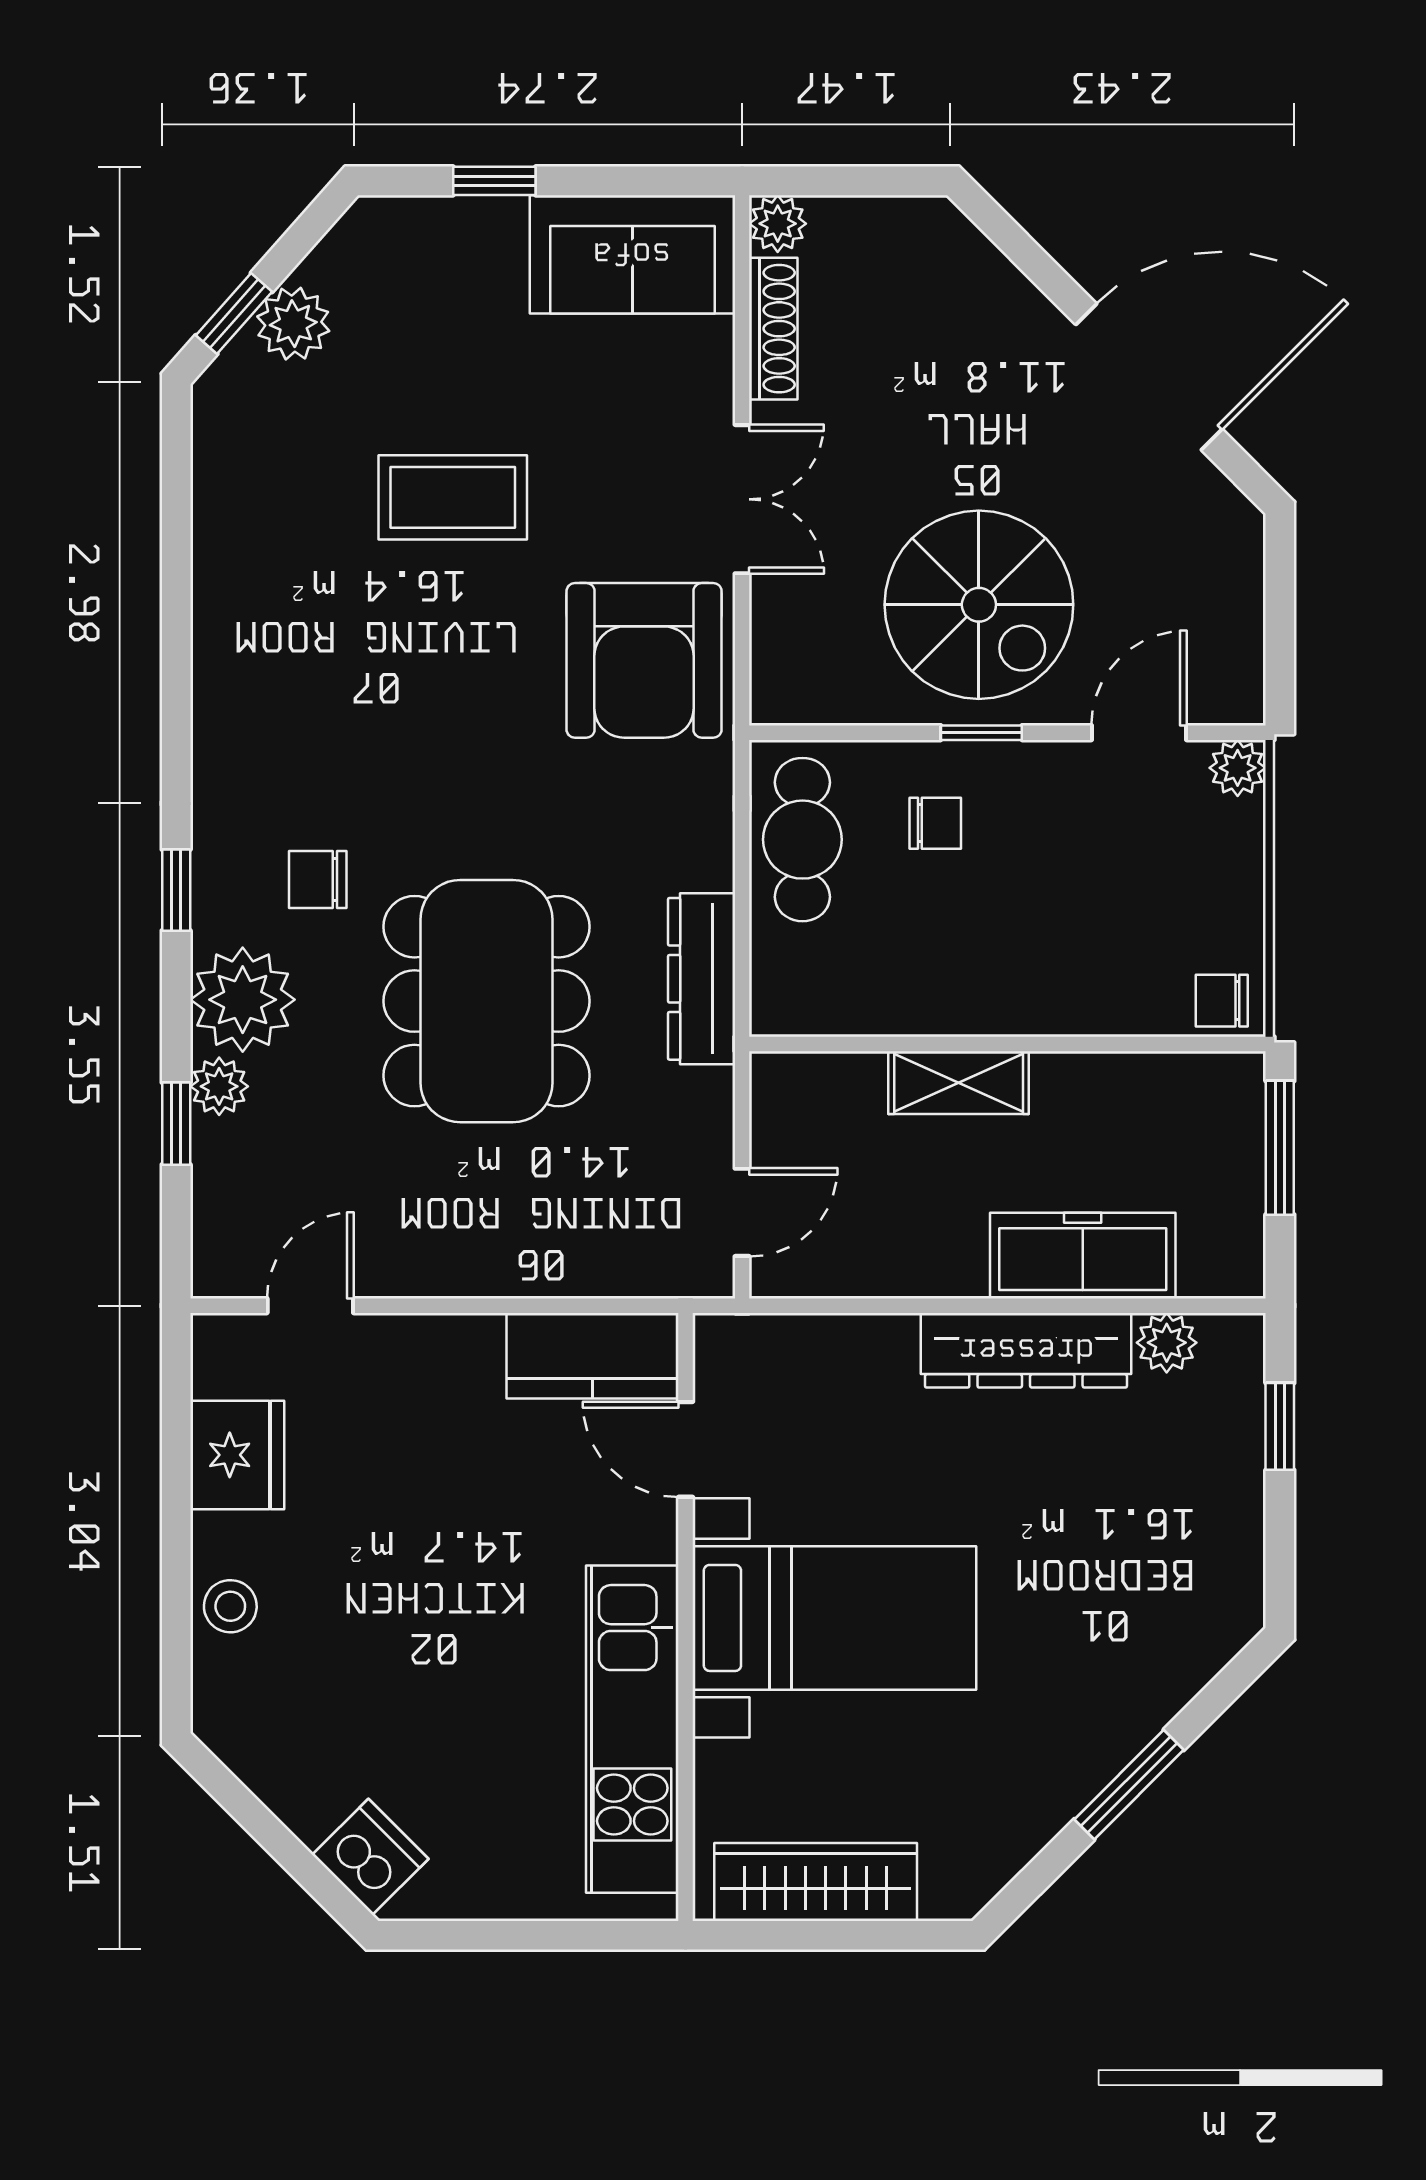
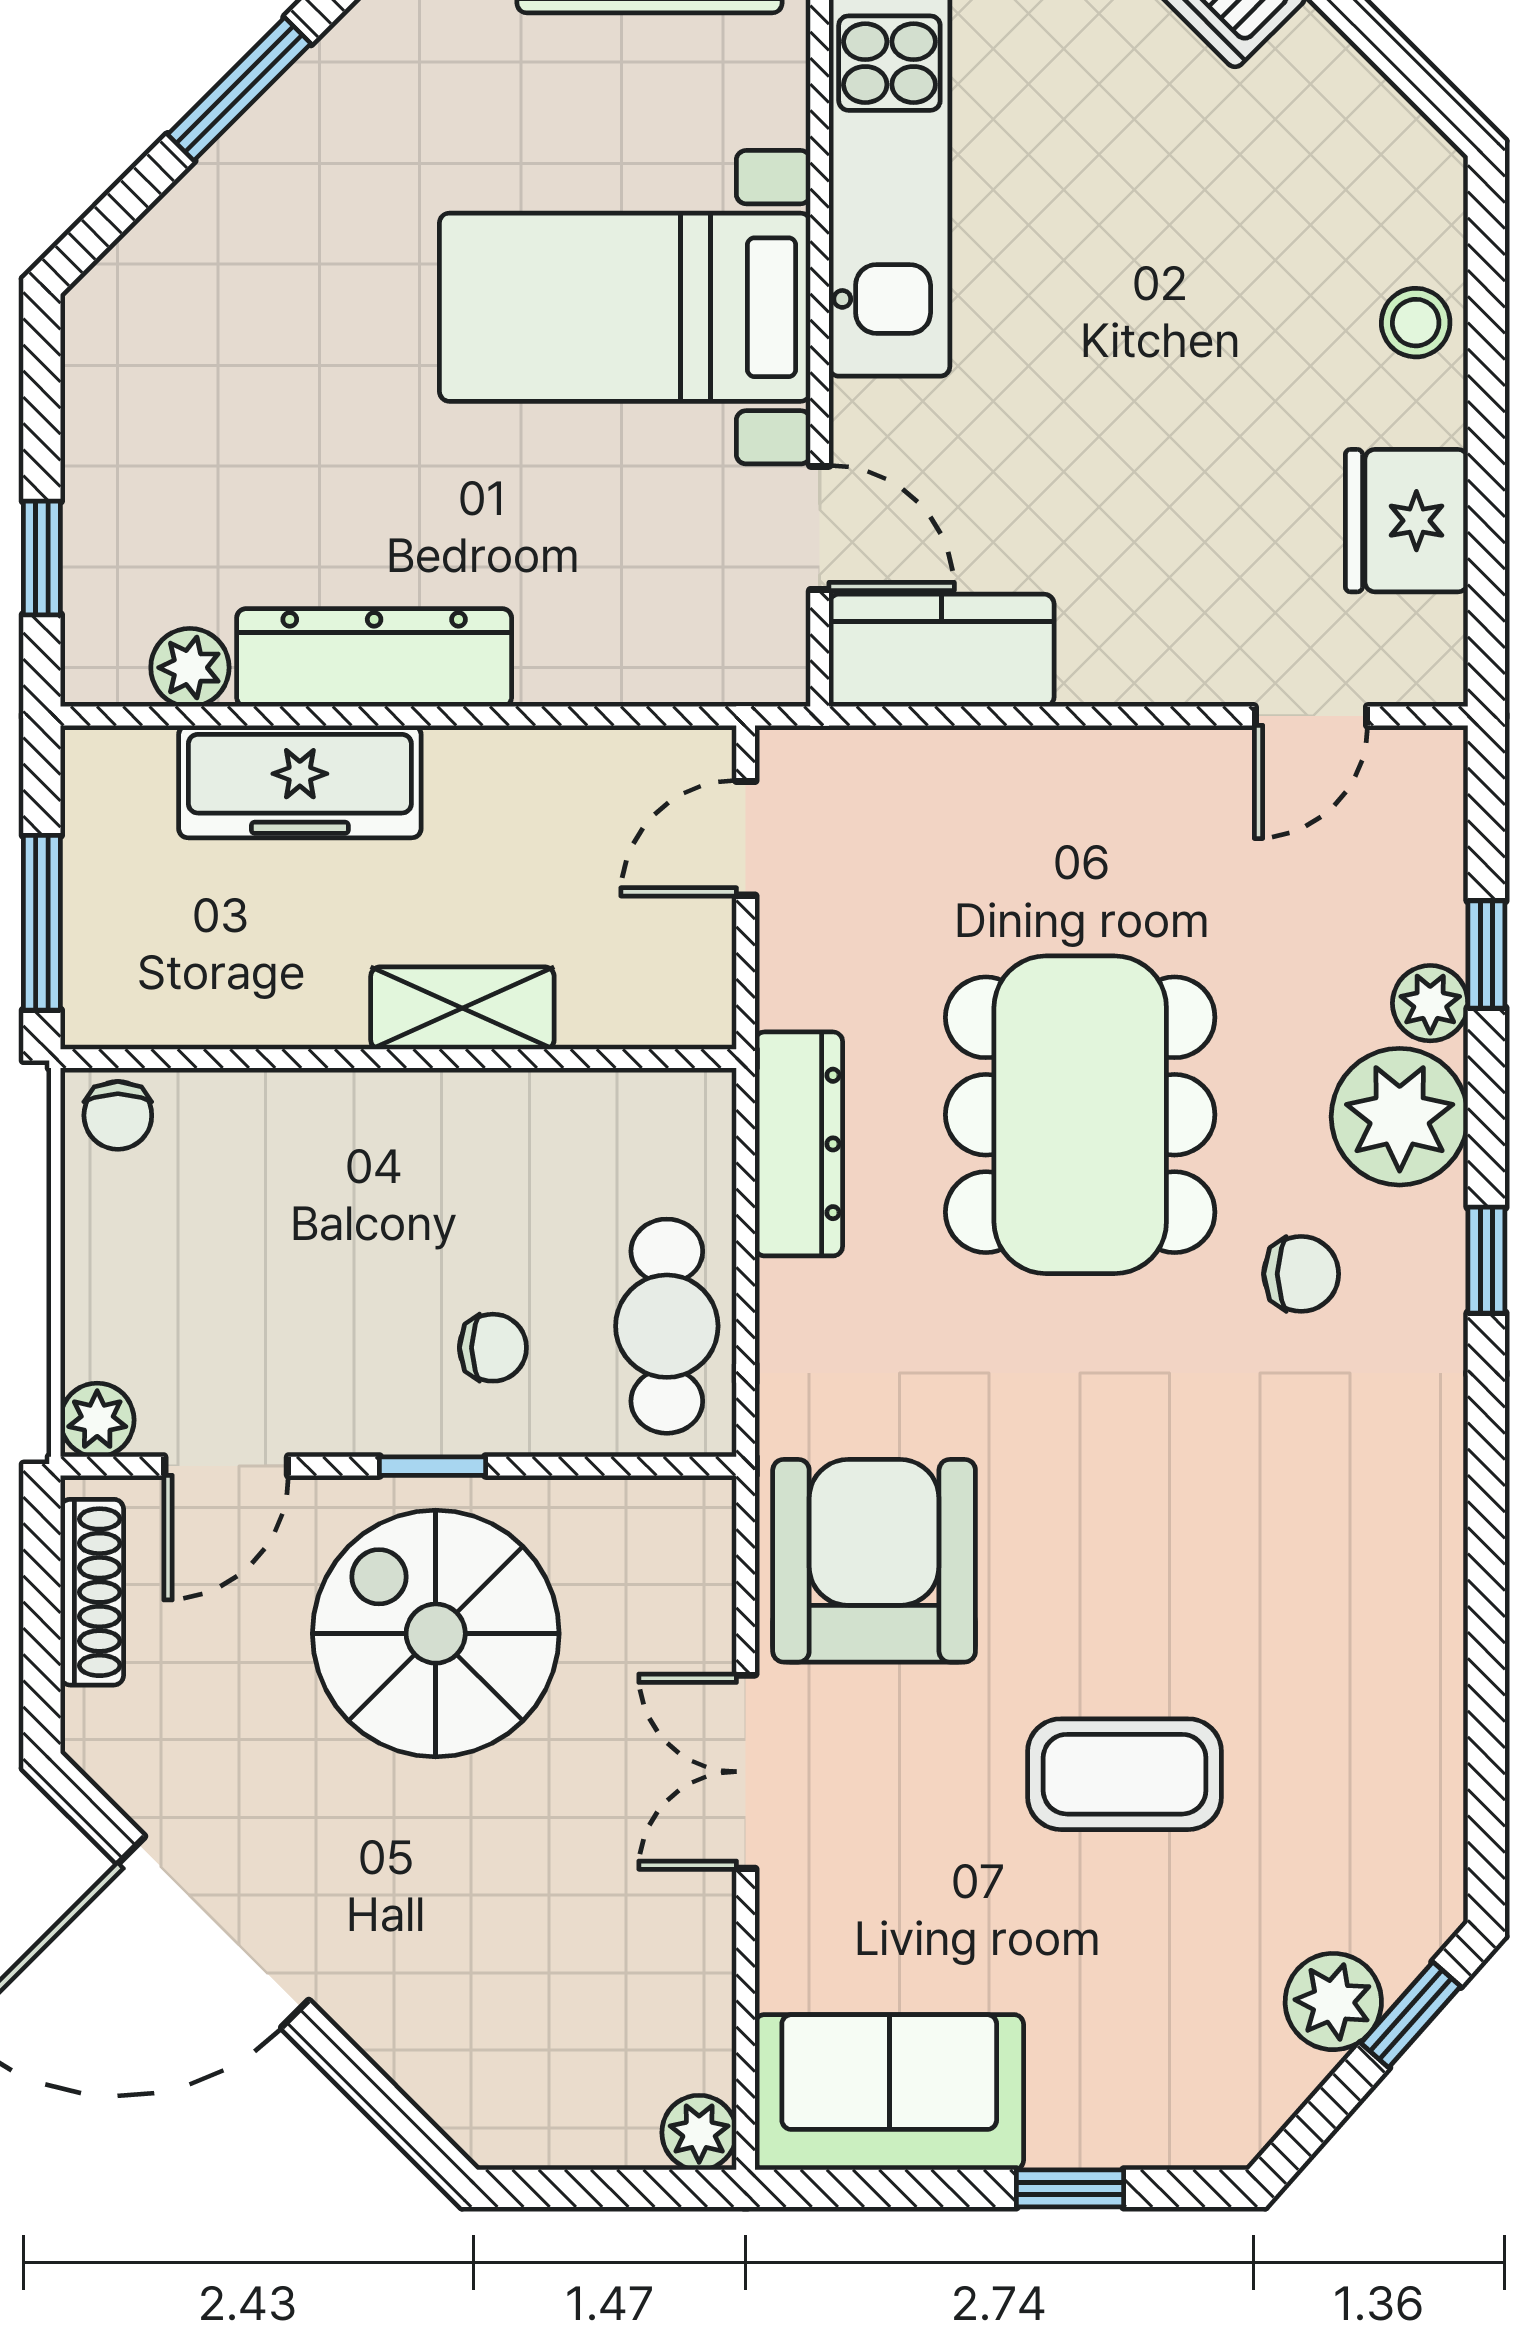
shoe rack: (773, 329) -> (92, 1592), moved, turned 180
chair: (935, 823) -> (493, 1348), turned 180
chair: (1222, 1001) -> (118, 1115), turned 90

